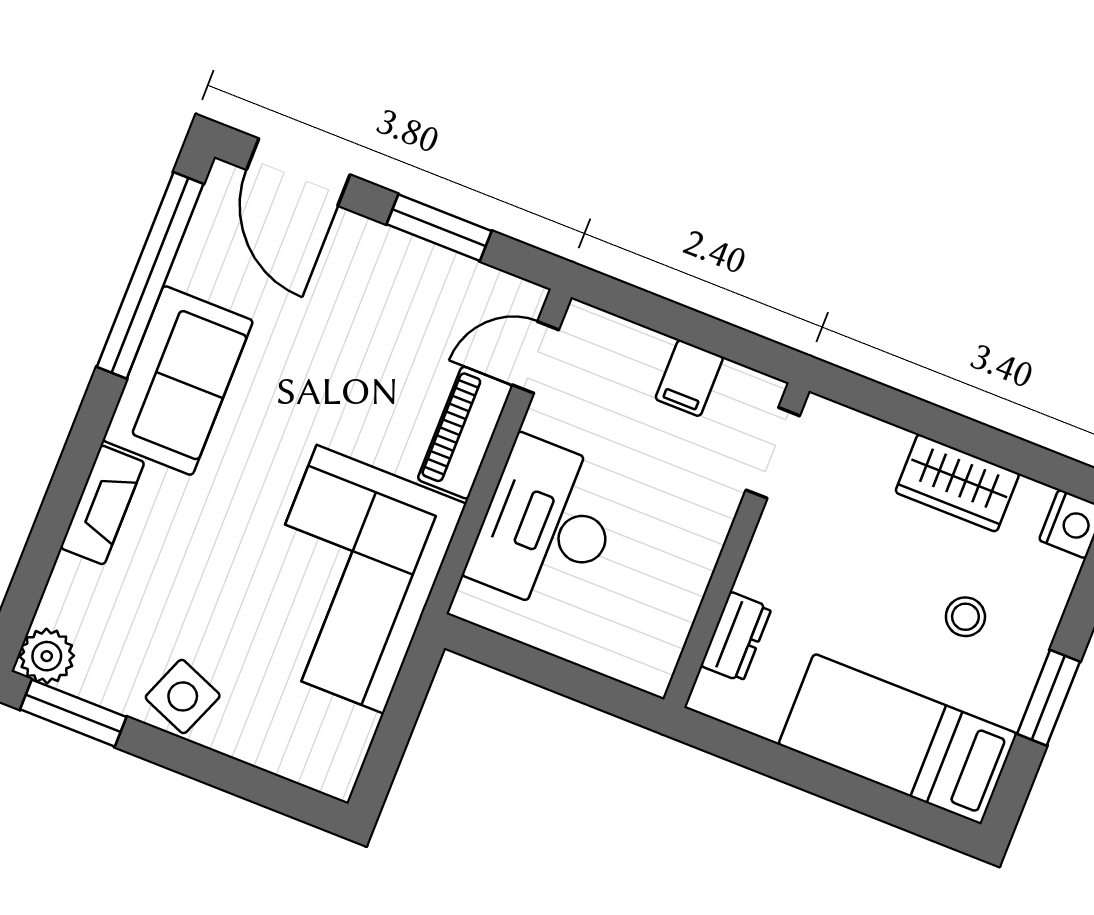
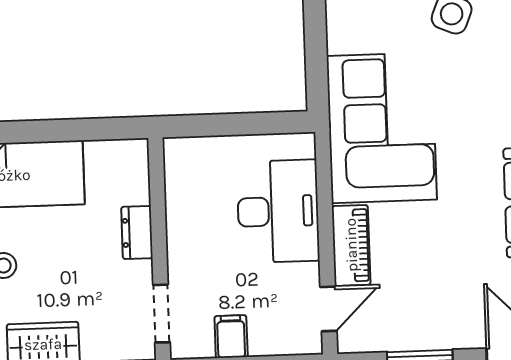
dresser: (736, 637) -> (137, 233), moved

